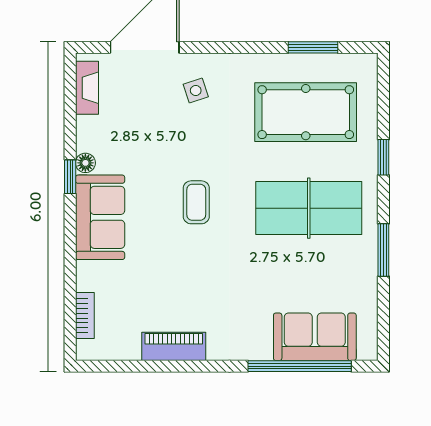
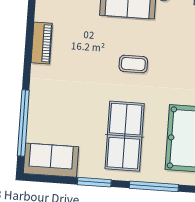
window: (383, 157) -> (154, 186), width x2.17
sofa: (315, 337) -> (51, 160), moved, turned -90

